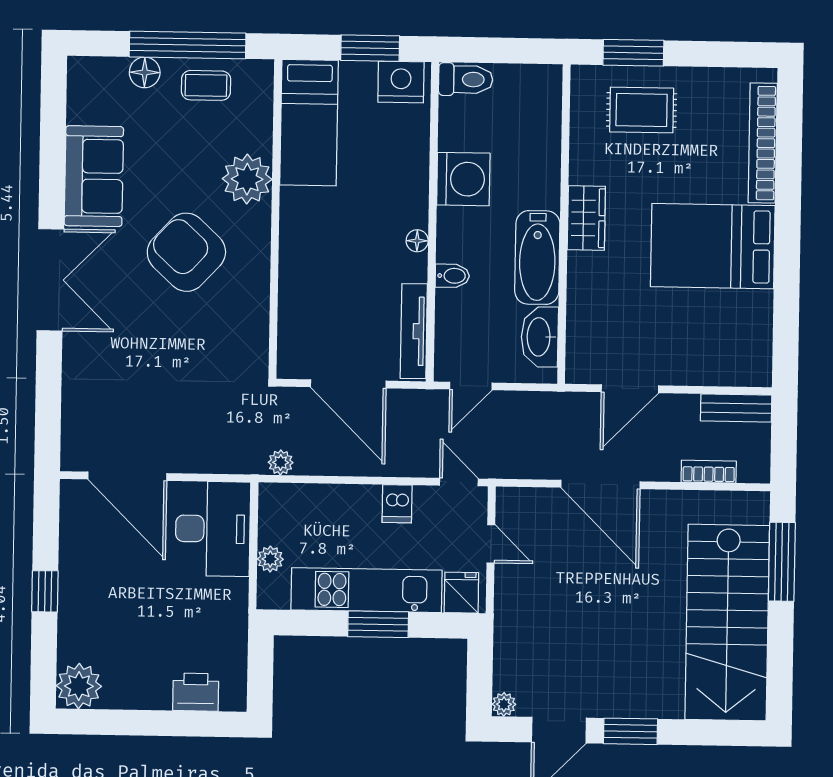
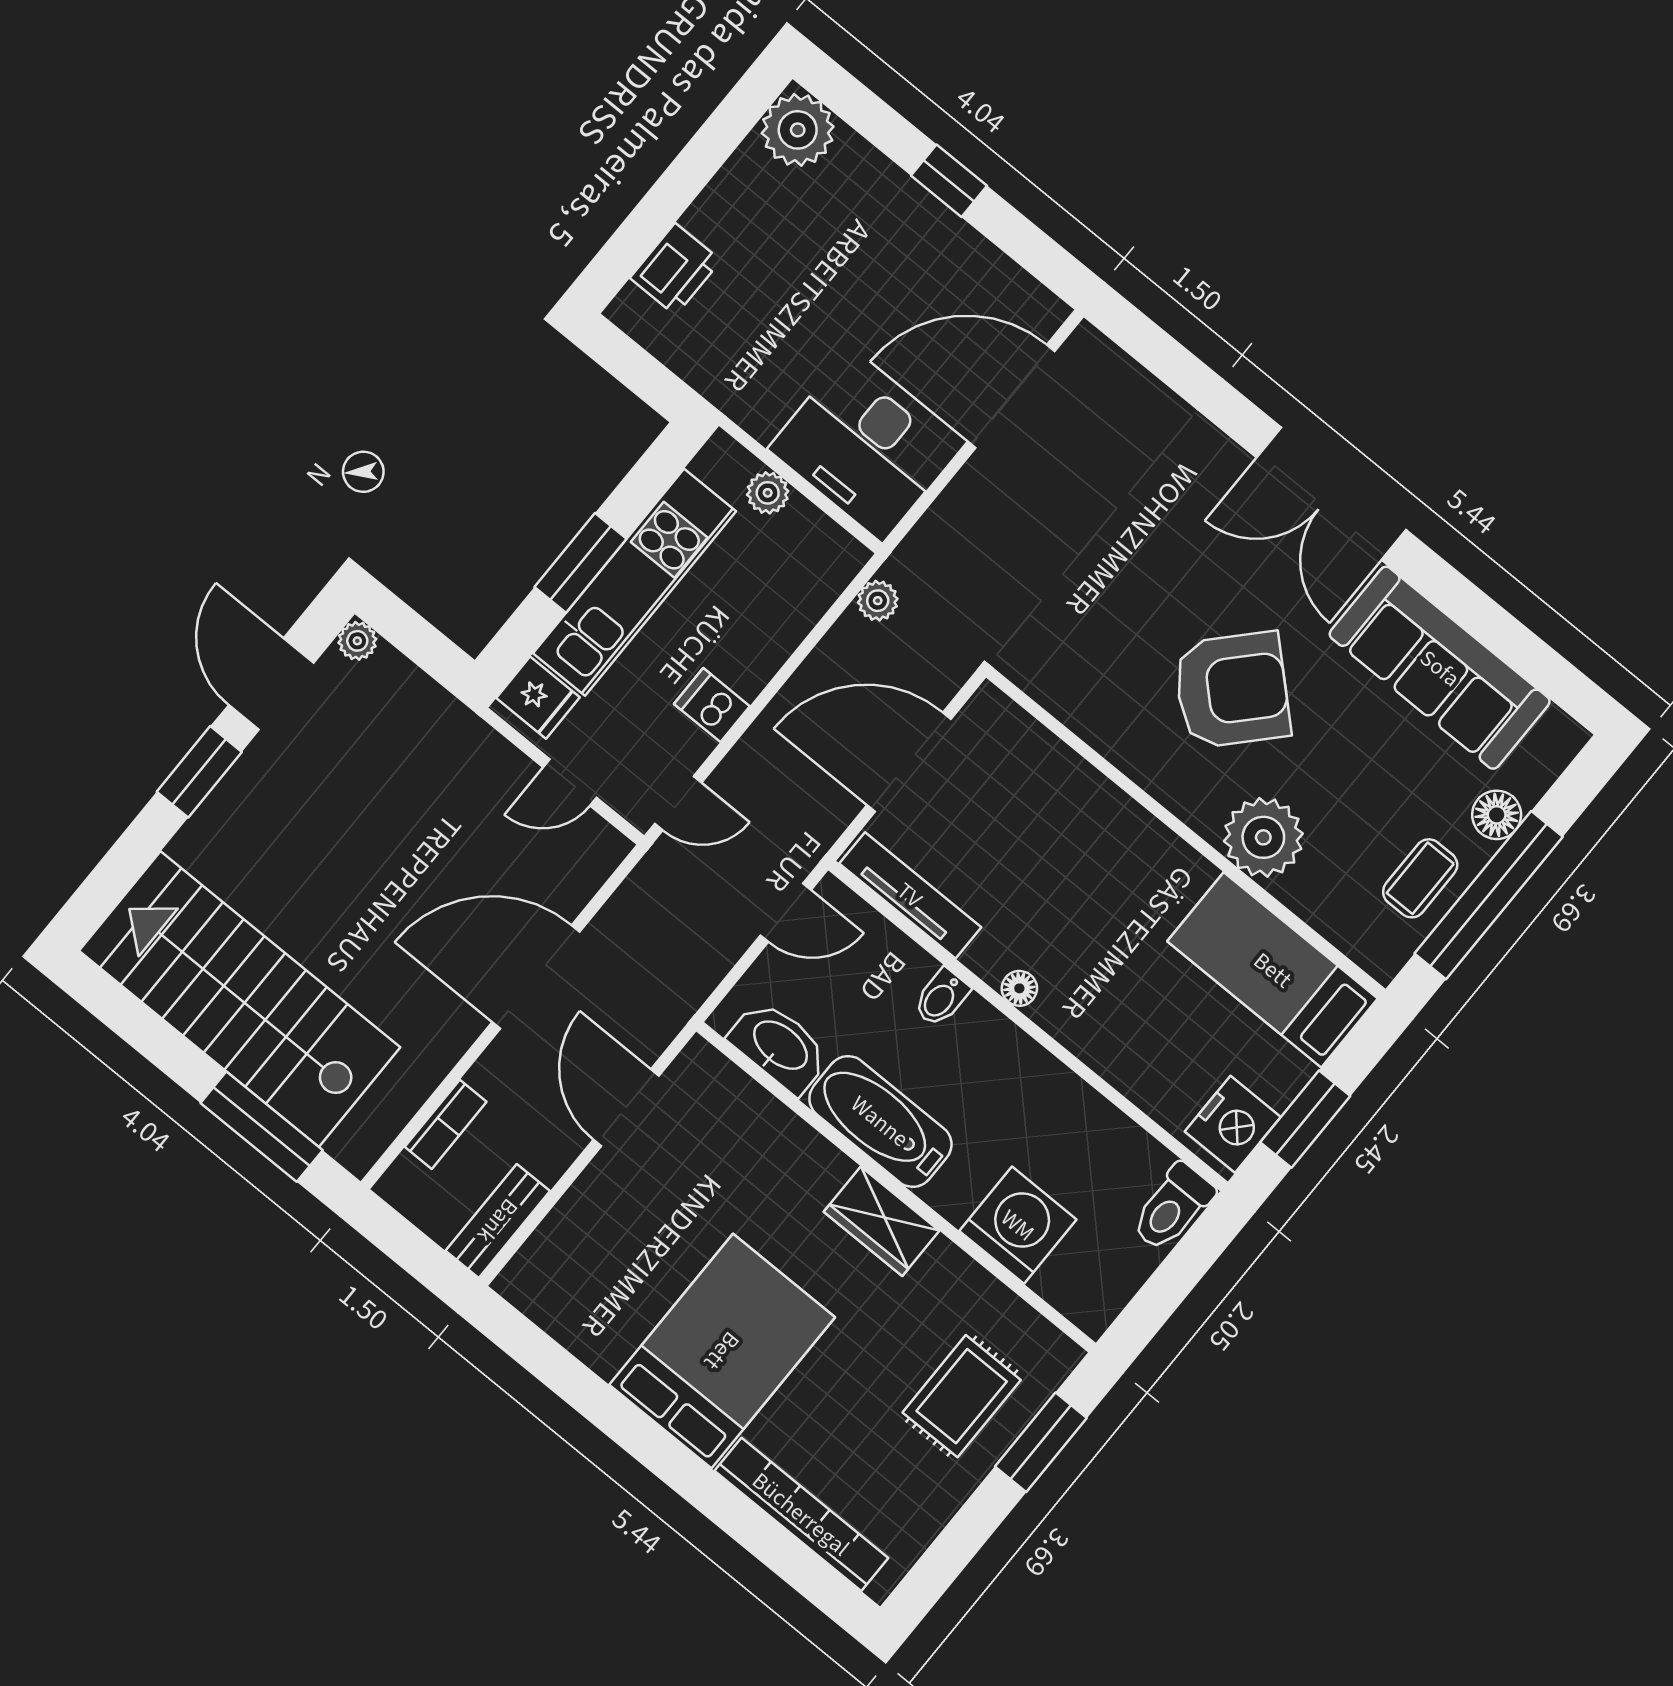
sofa: (94, 176) -> (1440, 668), width x1.36
washing machine: (463, 179) -> (1018, 1225), moved, turned 180
door: (471, 386) -> (786, 913), swing flipped

